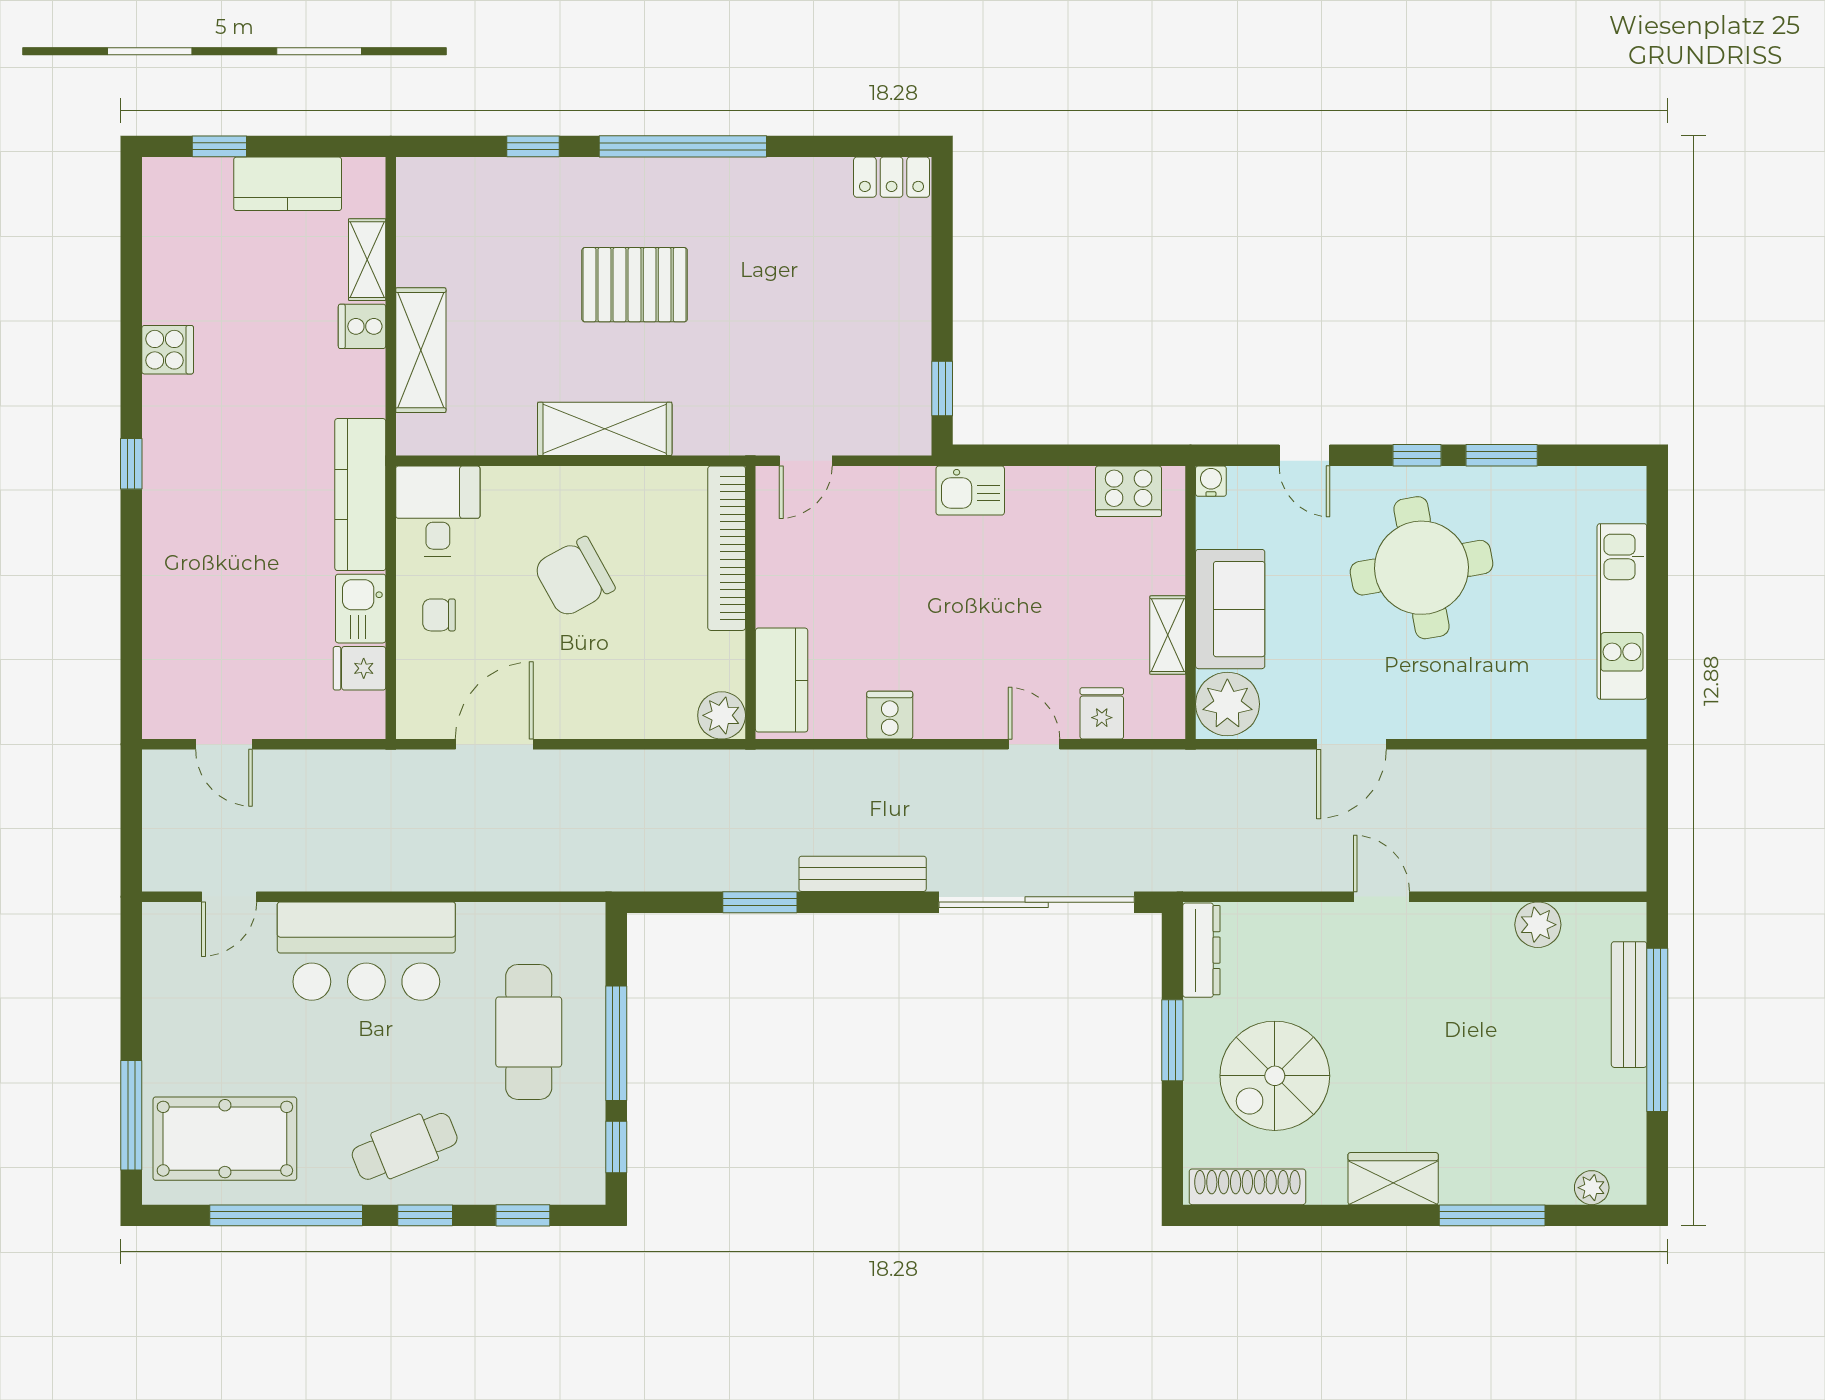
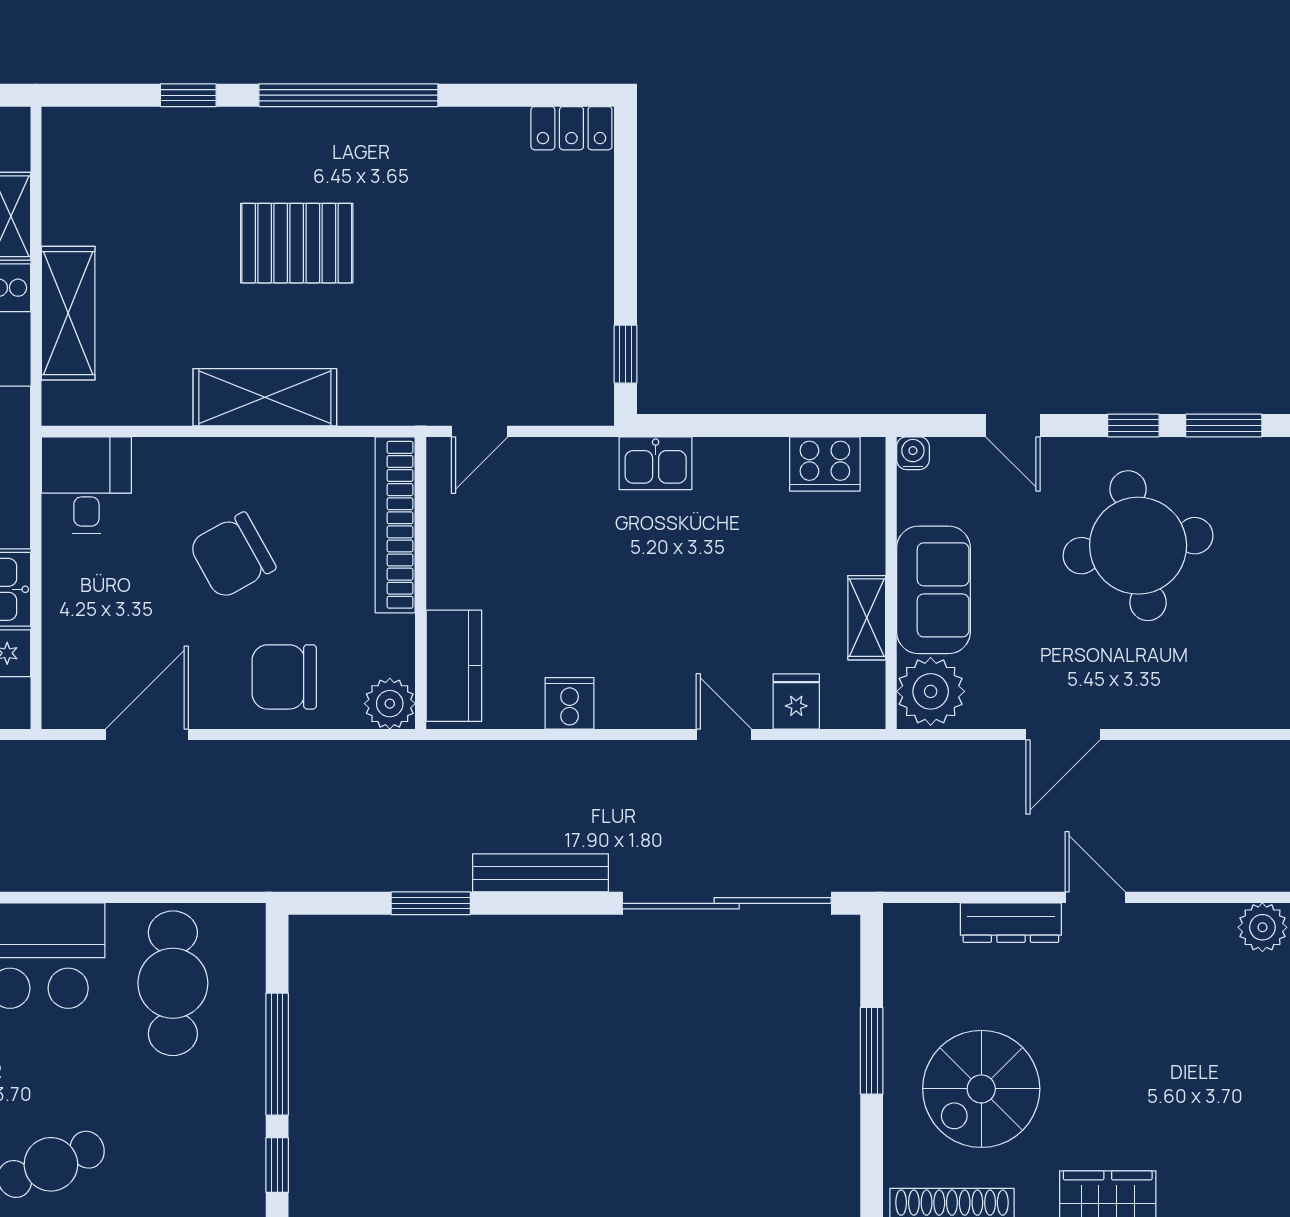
chair: (439, 615) -> (284, 677), moved, width x1.87, depth x1.87
dresser: (1201, 950) -> (1011, 923), moved, turned 90
cafe table: (529, 1032) -> (173, 983), moved

